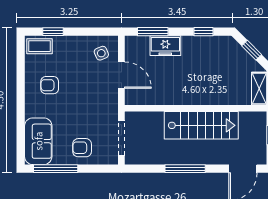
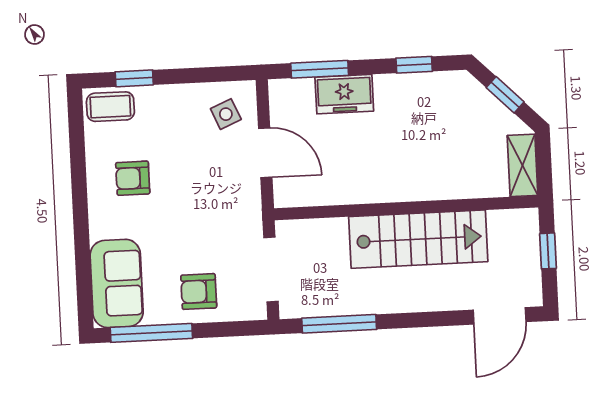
window: (185, 169) -> (339, 324), moved

